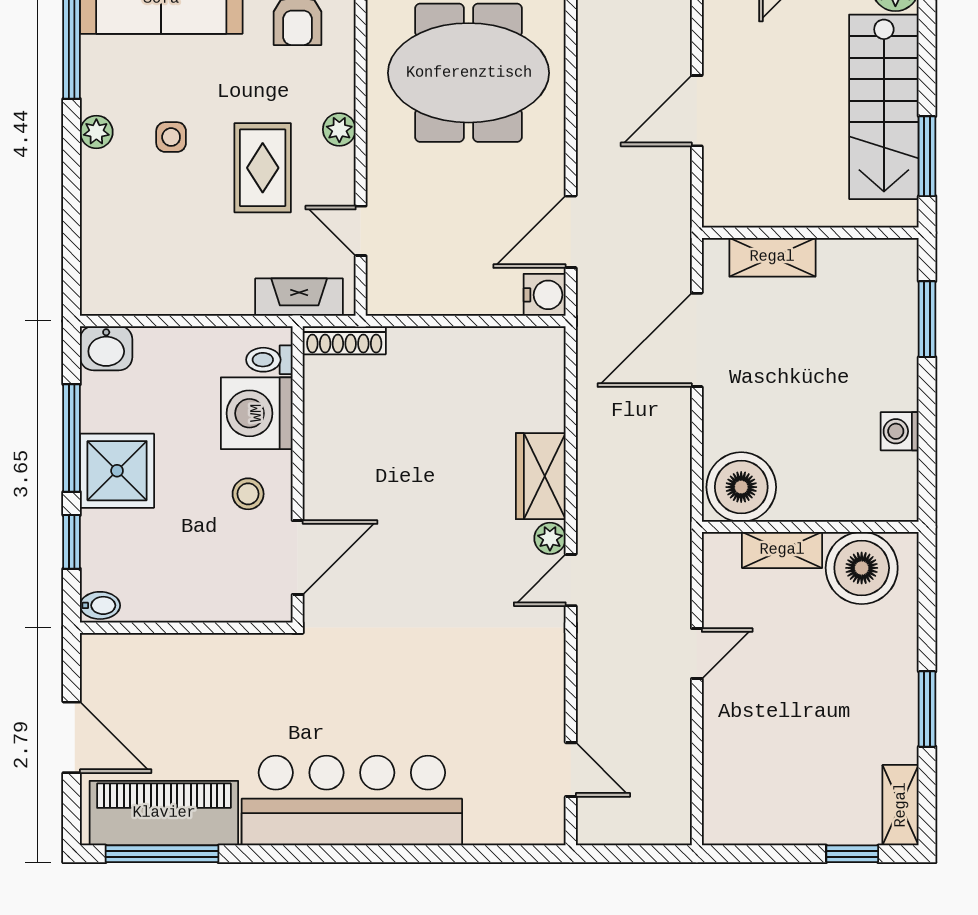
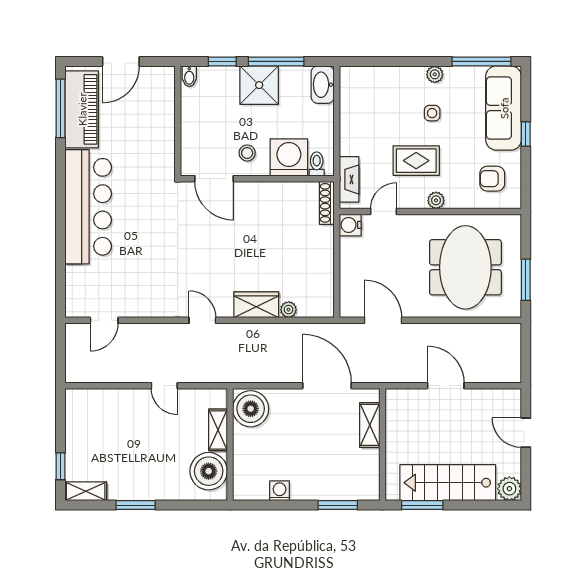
water cooler: (545, 295) -> (350, 225), moved, turned 90
washbasin: (106, 348) -> (323, 85), width x1.38
plant: (550, 538) -> (289, 310), moved

